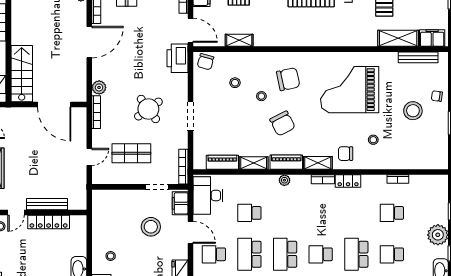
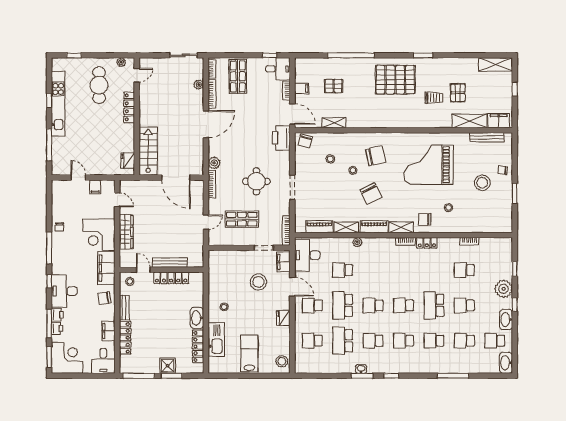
trolley: (356, 11) -> (434, 98), added
round table: (148, 109) -> (256, 181), turned 36
plant: (284, 180) -> (357, 242), moved
door: (16, 212) -> (143, 270), swing flipped
school desk: (285, 254) -> (373, 305), width x0.54

